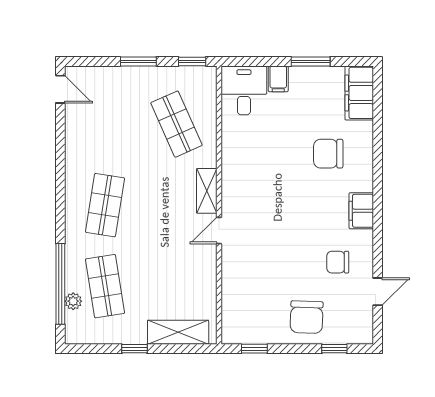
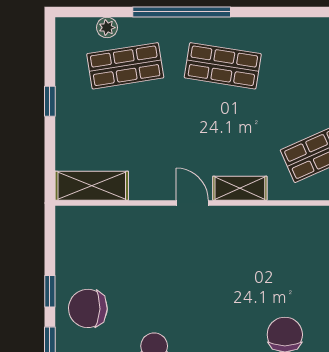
window: (60, 284) -> (182, 12), moved
shelving: (178, 332) -> (92, 186), moved, turned 90
window: (254, 349) -> (50, 291), moved

